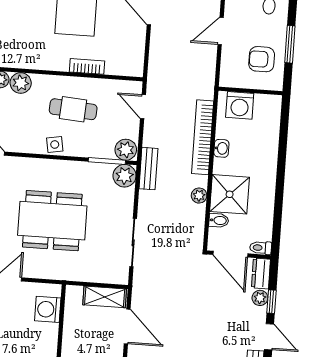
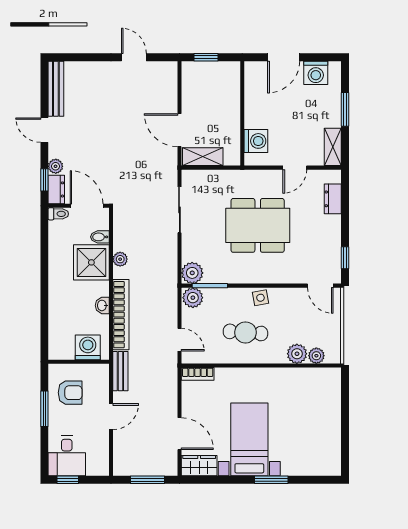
bookcase: (87, 66) -> (198, 374), moved
bench: (148, 169) -> (120, 371), moved
window: (271, 302) -> (44, 180), moved

